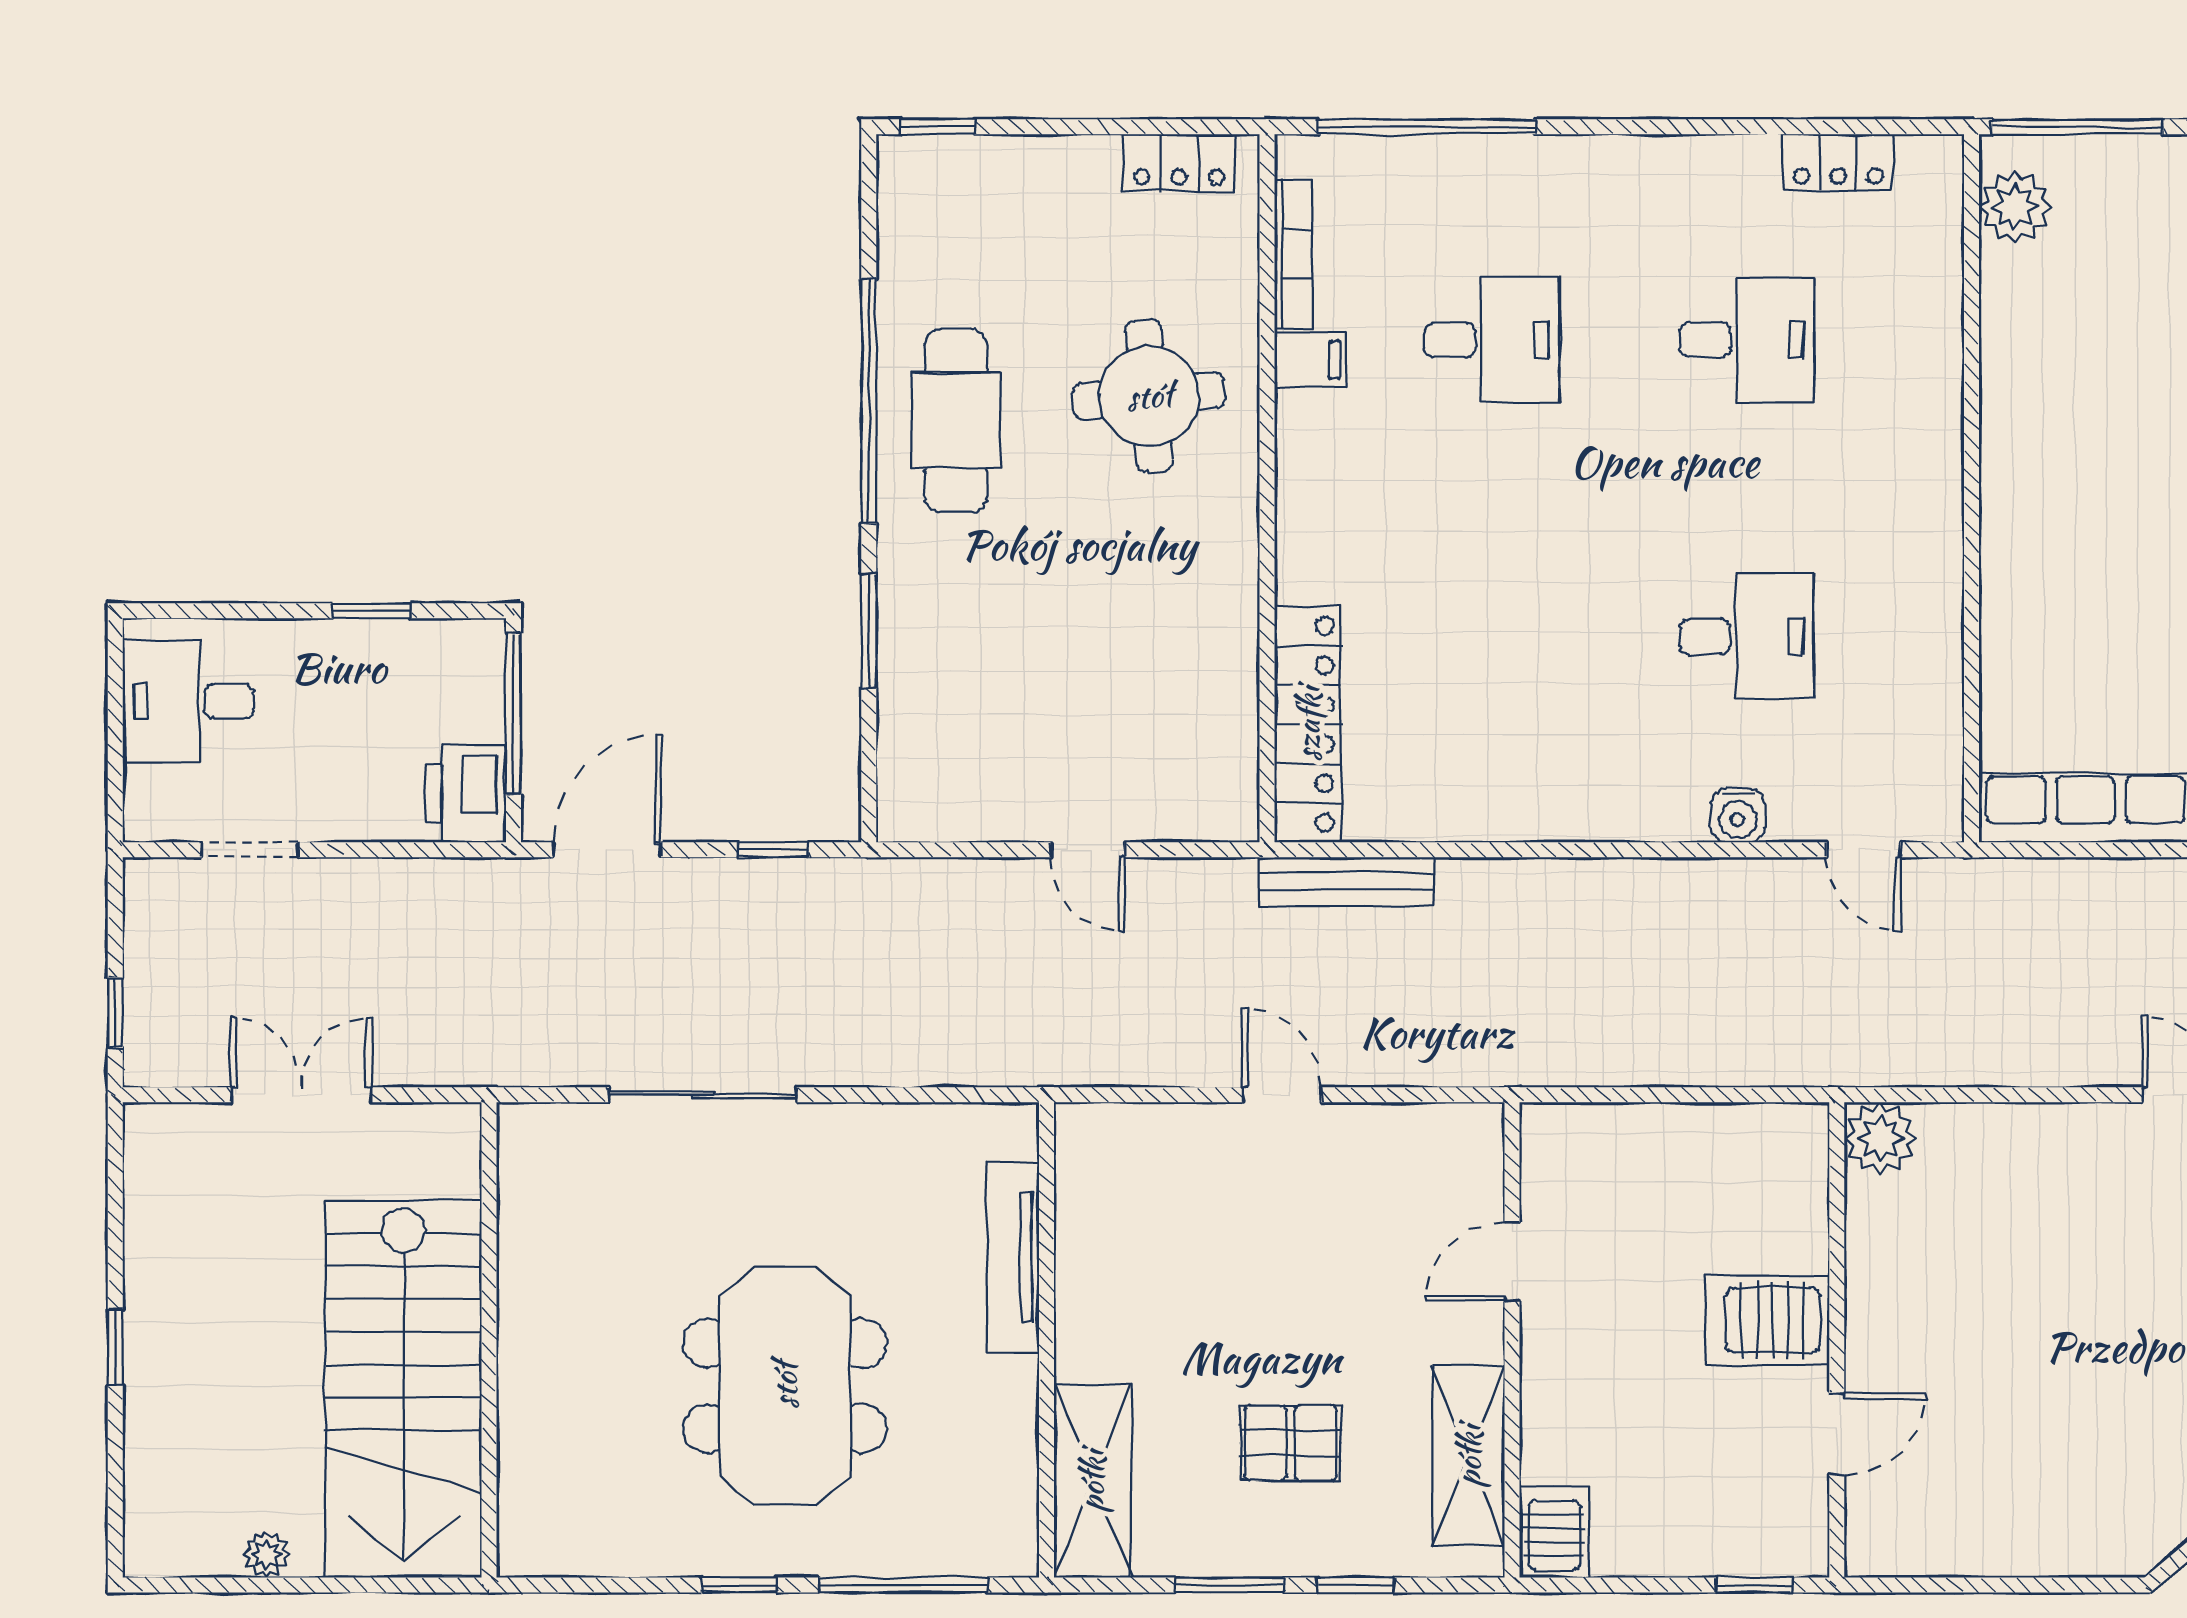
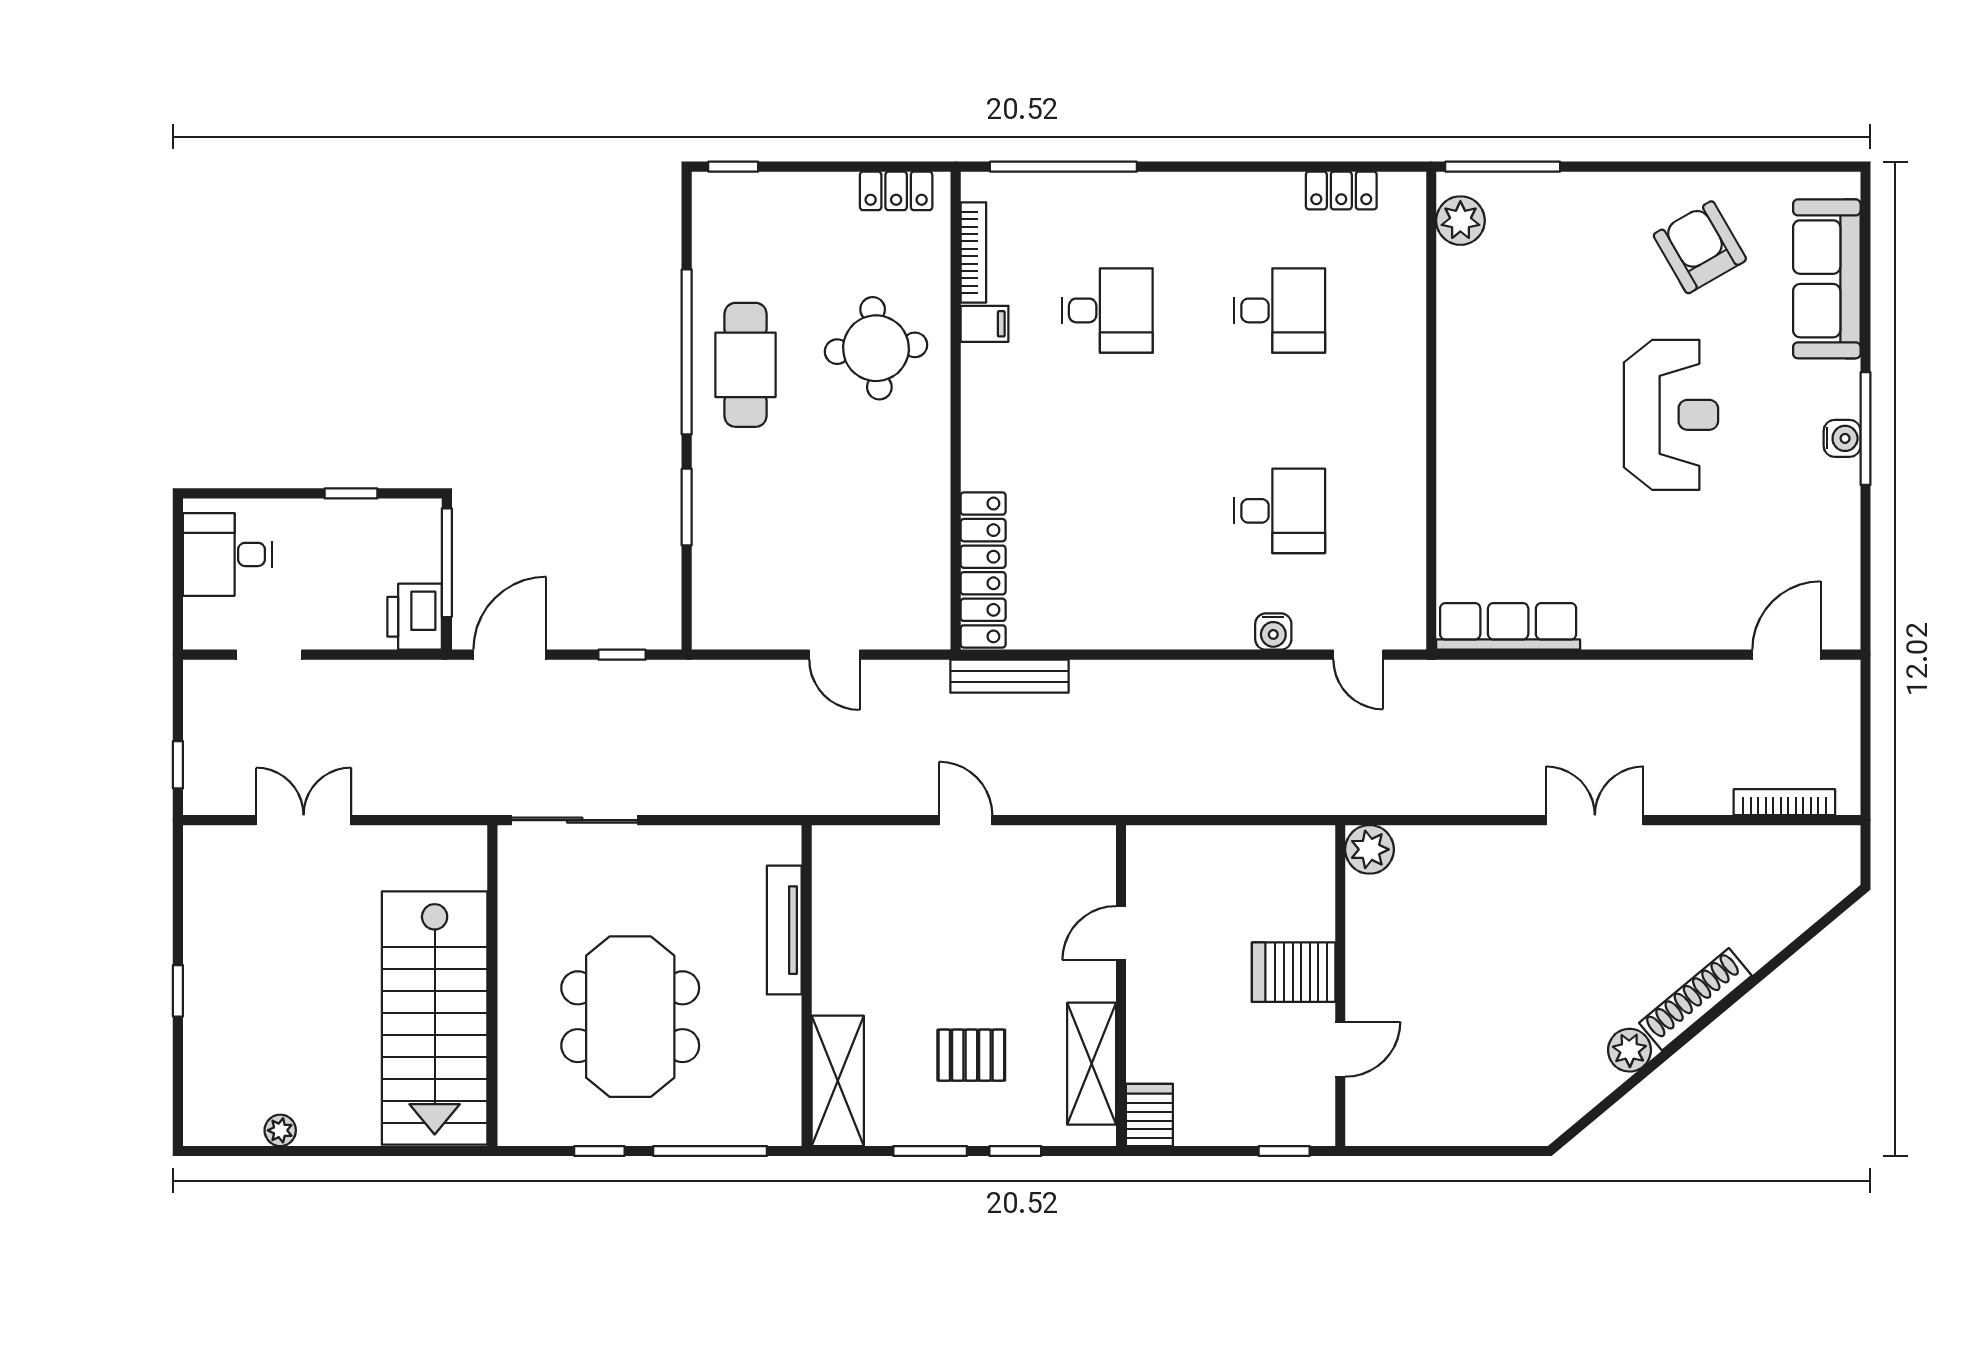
wall: (489, 1340) -> (492, 986), moved
stairs: (403, 1388) -> (435, 1018), moved

